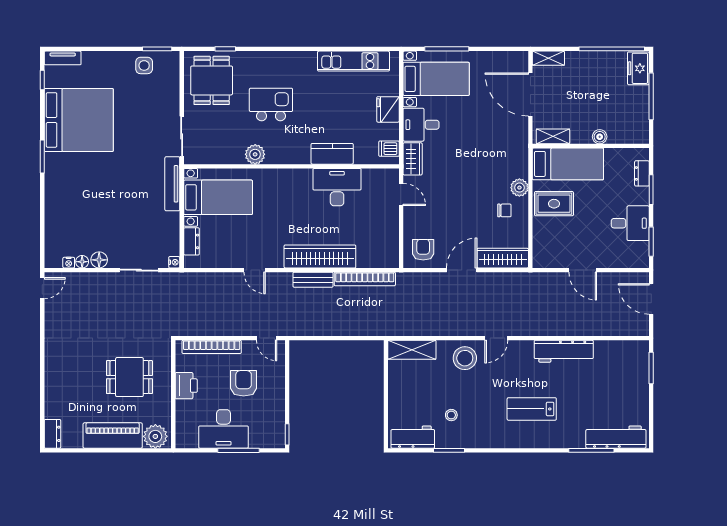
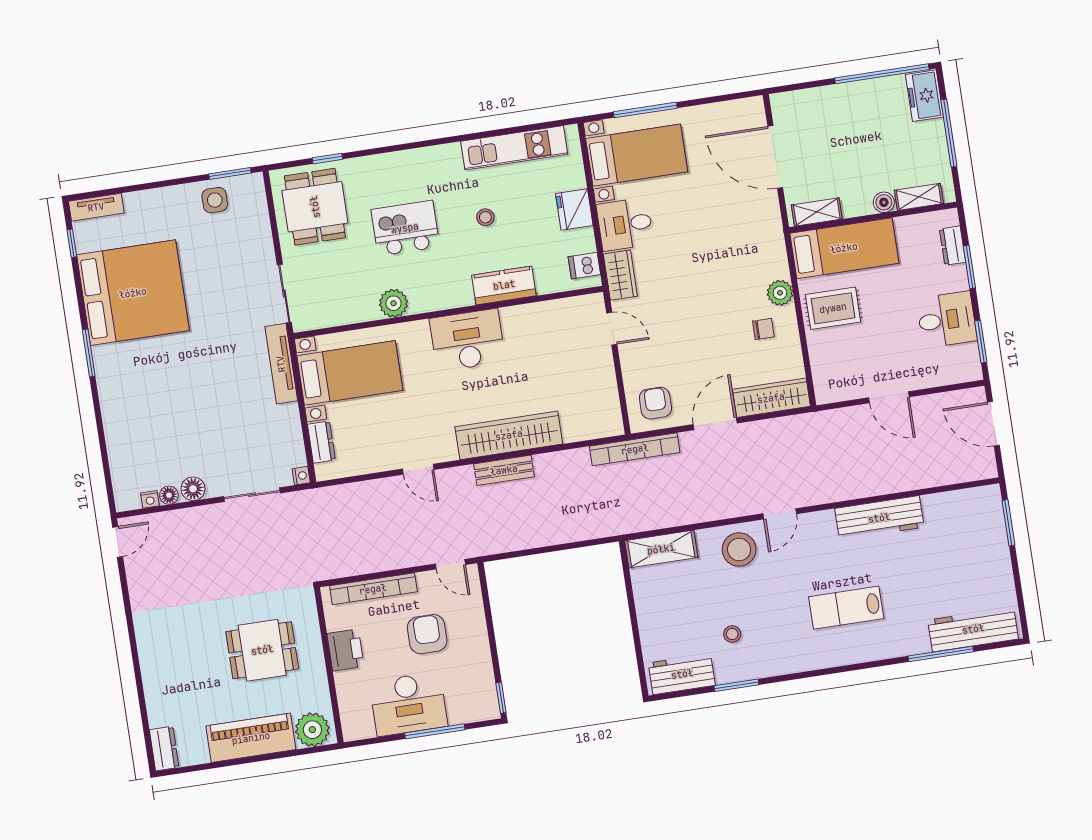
shelving: (548, 58) -> (919, 197), moved
stool: (327, 105) -> (485, 217), added
desk: (337, 187) -> (467, 340), moved
bookcase: (365, 279) -> (635, 449), moved

